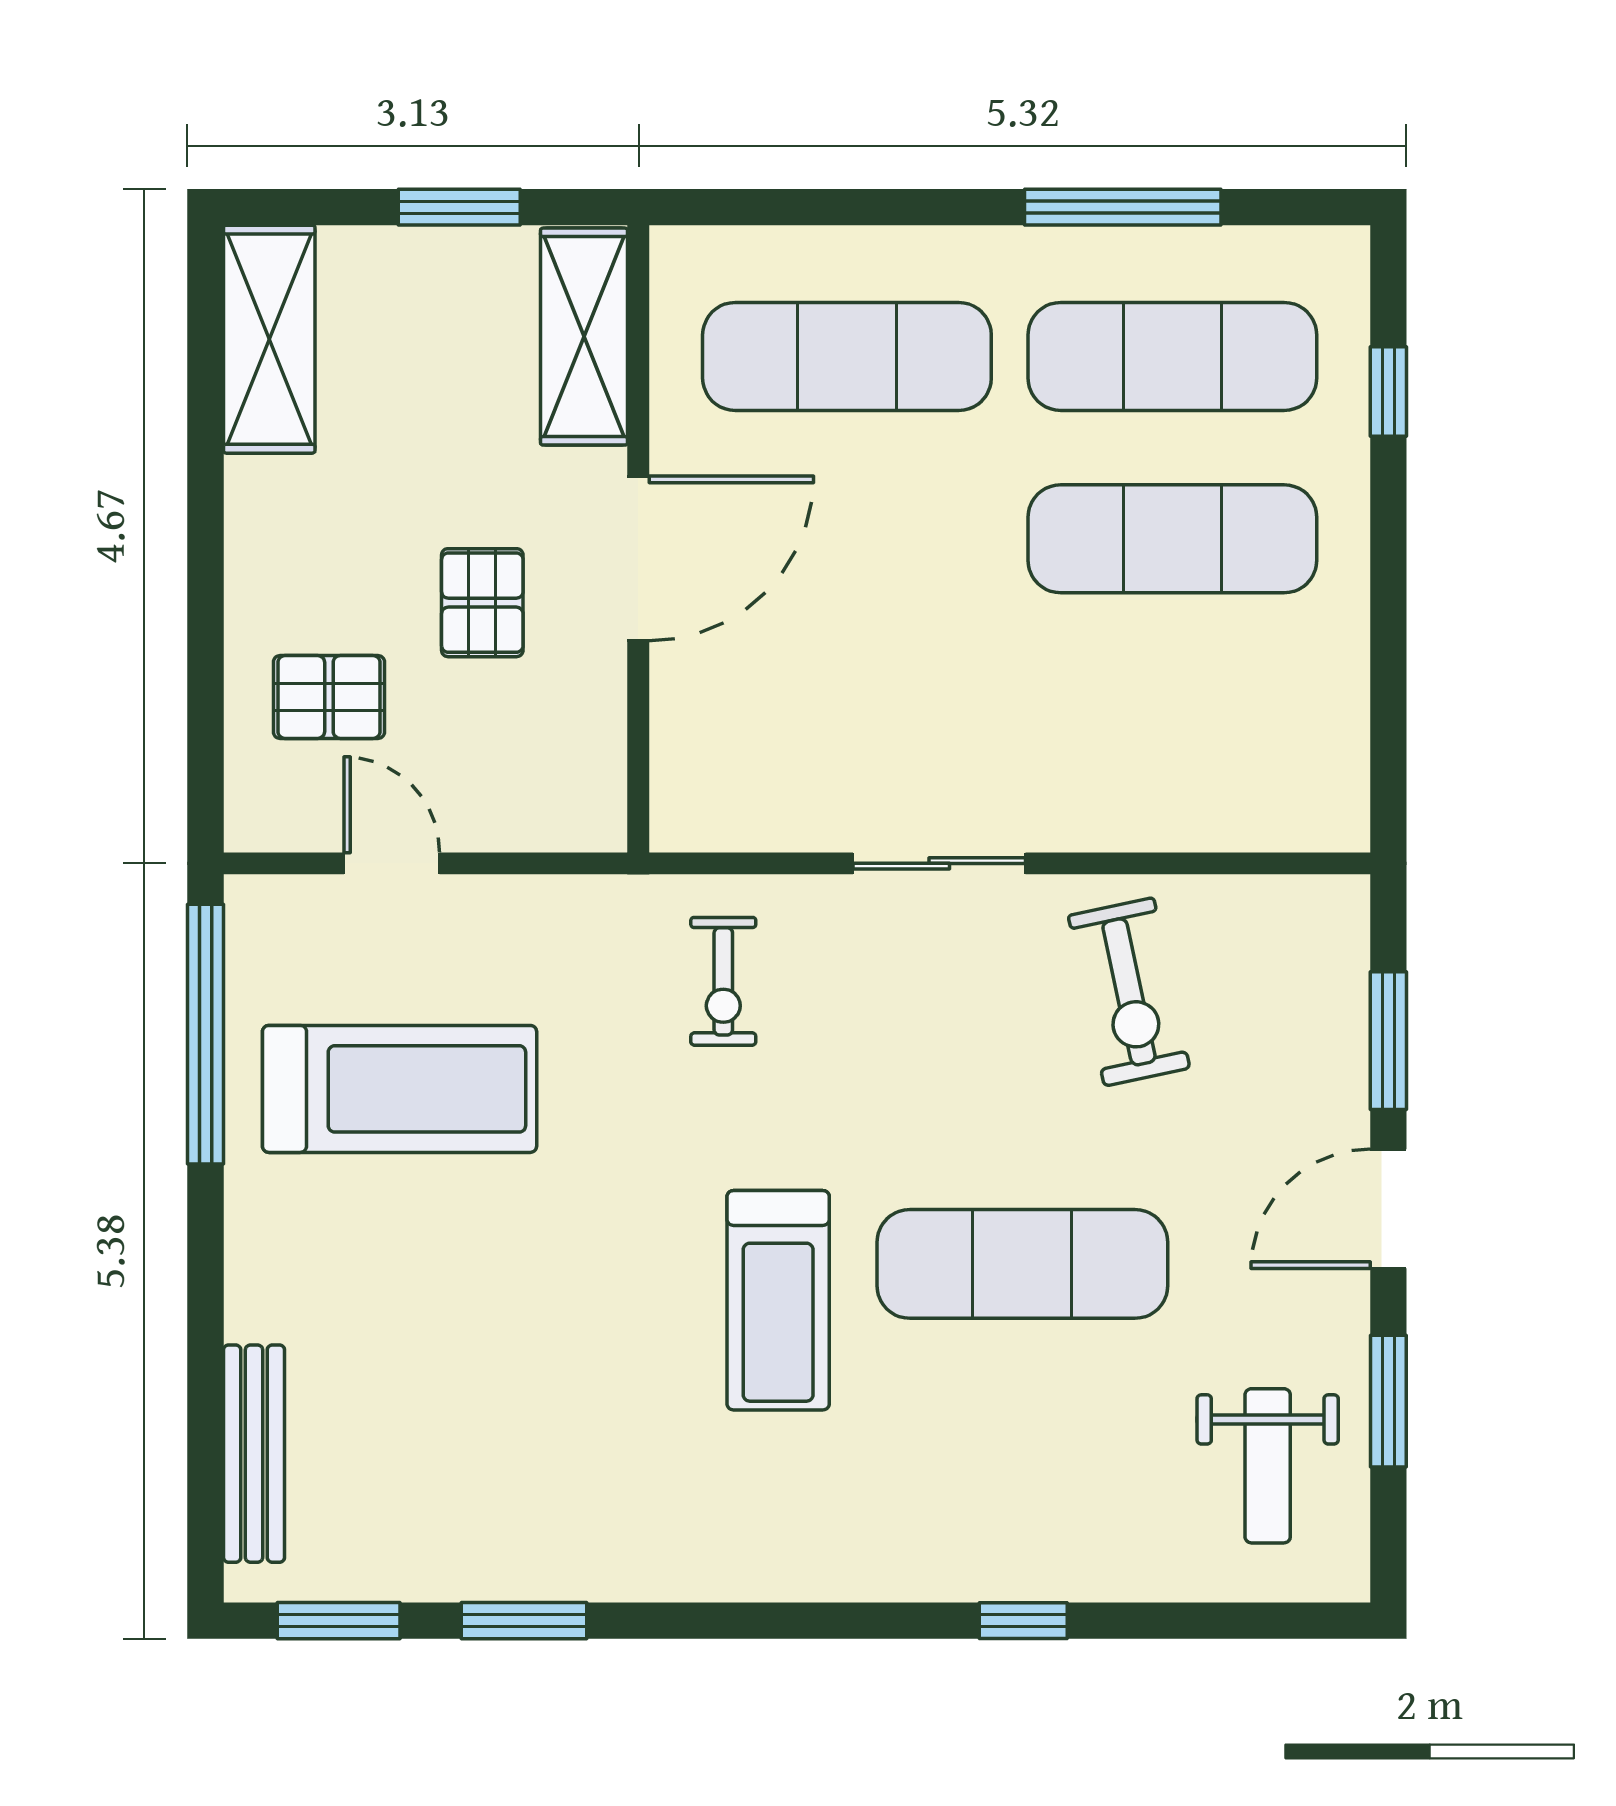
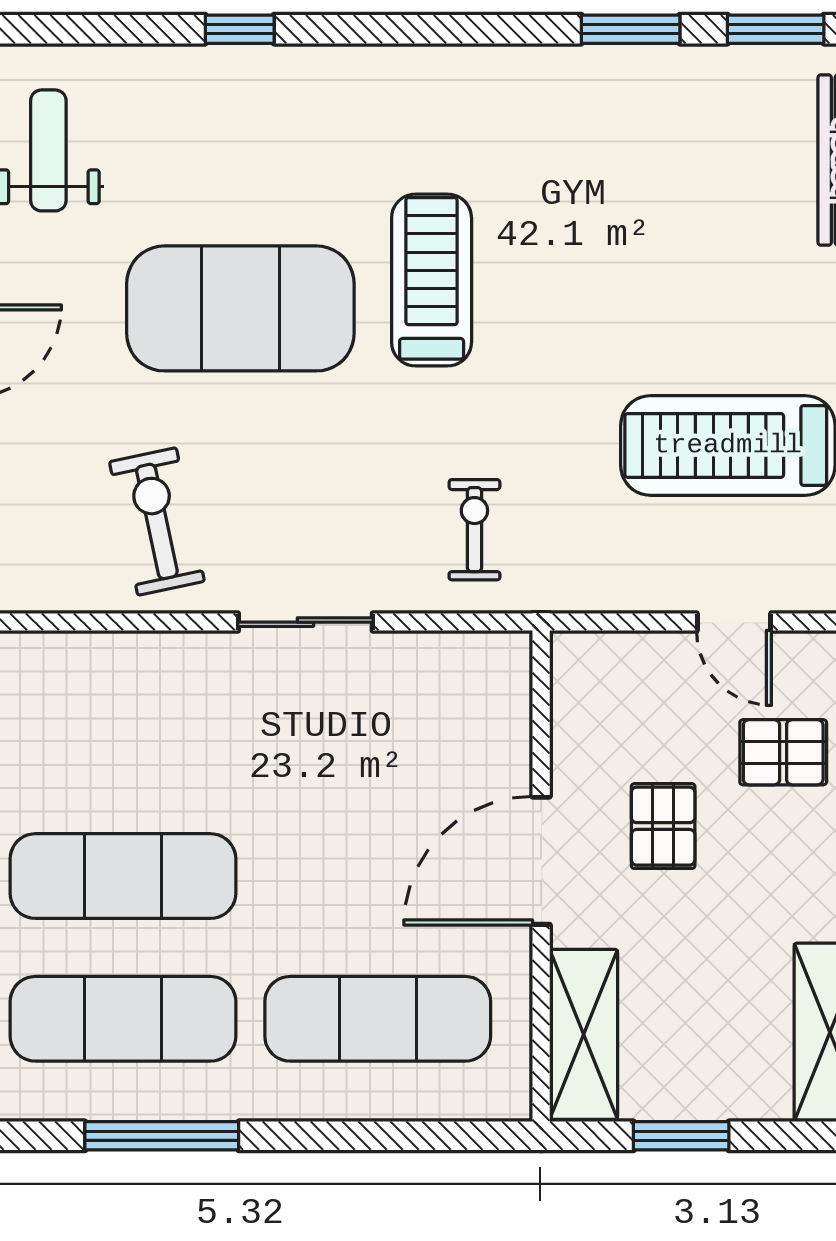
exercise mat: (1022, 1264) -> (240, 308), width x1.47

